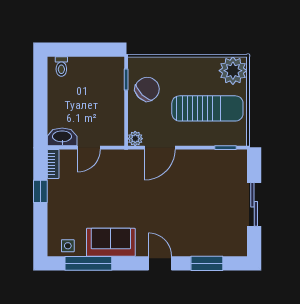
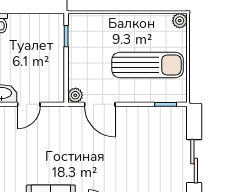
plant: (233, 71) -> (180, 21), width x0.53, depth x0.53
chair: (147, 89) -> (87, 46), removed
door: (160, 148) -> (100, 104), hinge flipped

